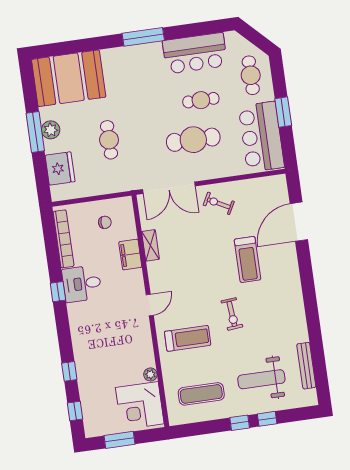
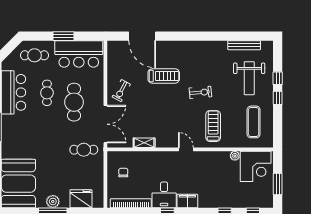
cafe table: (109, 140) -> (84, 150), moved
filing cabinet: (130, 255) -> (187, 201), moved, turned 180

